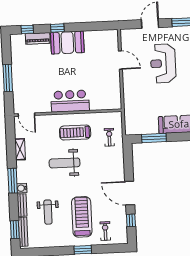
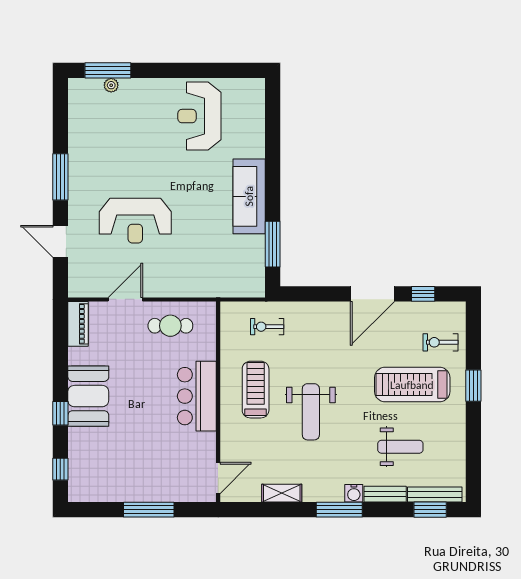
piano: (38, 38) -> (78, 324), moved
cafe table: (107, 85) -> (170, 326), added
treadmill: (75, 133) -> (256, 390), turned 180

